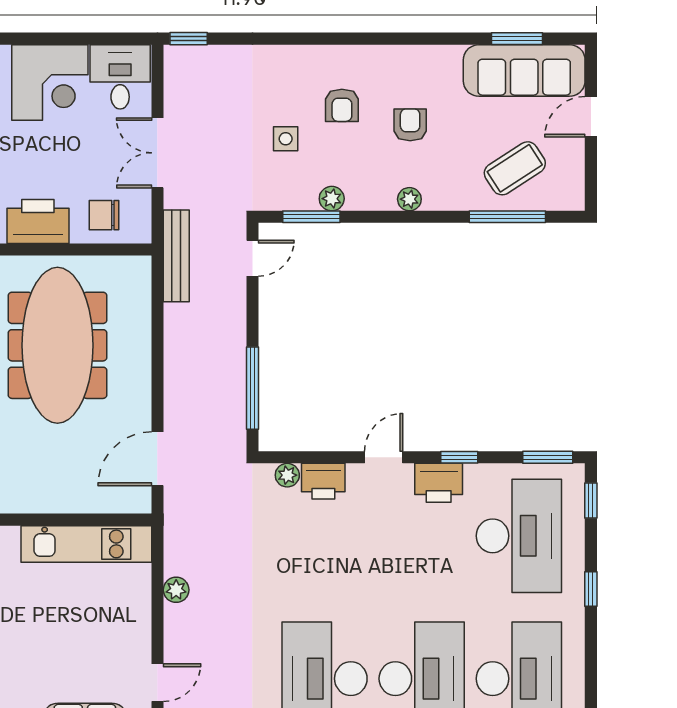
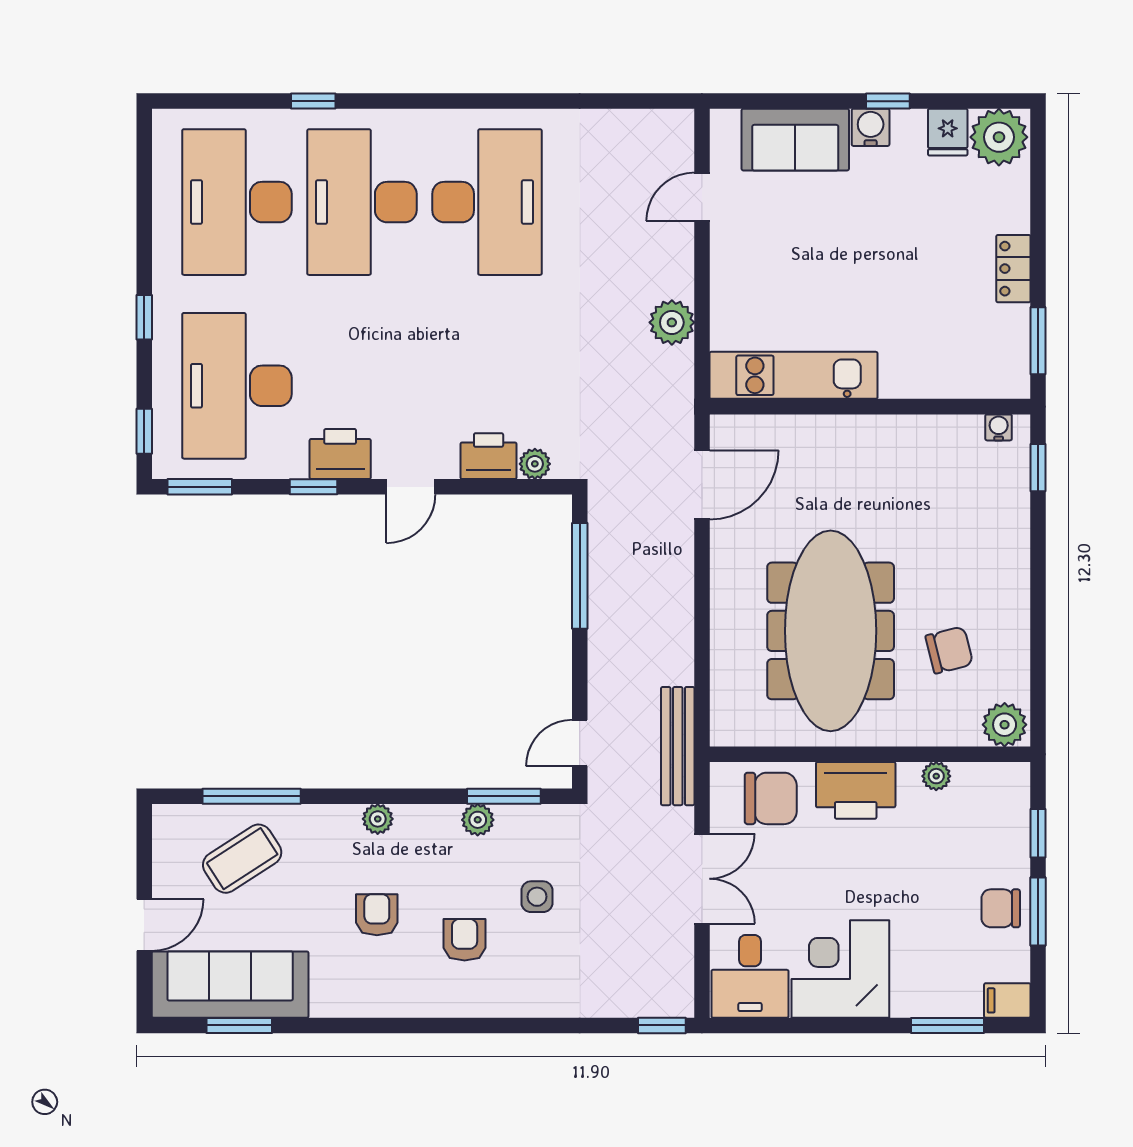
armchair: (410, 125) -> (377, 915), turned 180
chair: (104, 215) -> (771, 798), width x1.37, depth x1.37
plant: (176, 590) -> (672, 322), width x1.38, depth x1.38

